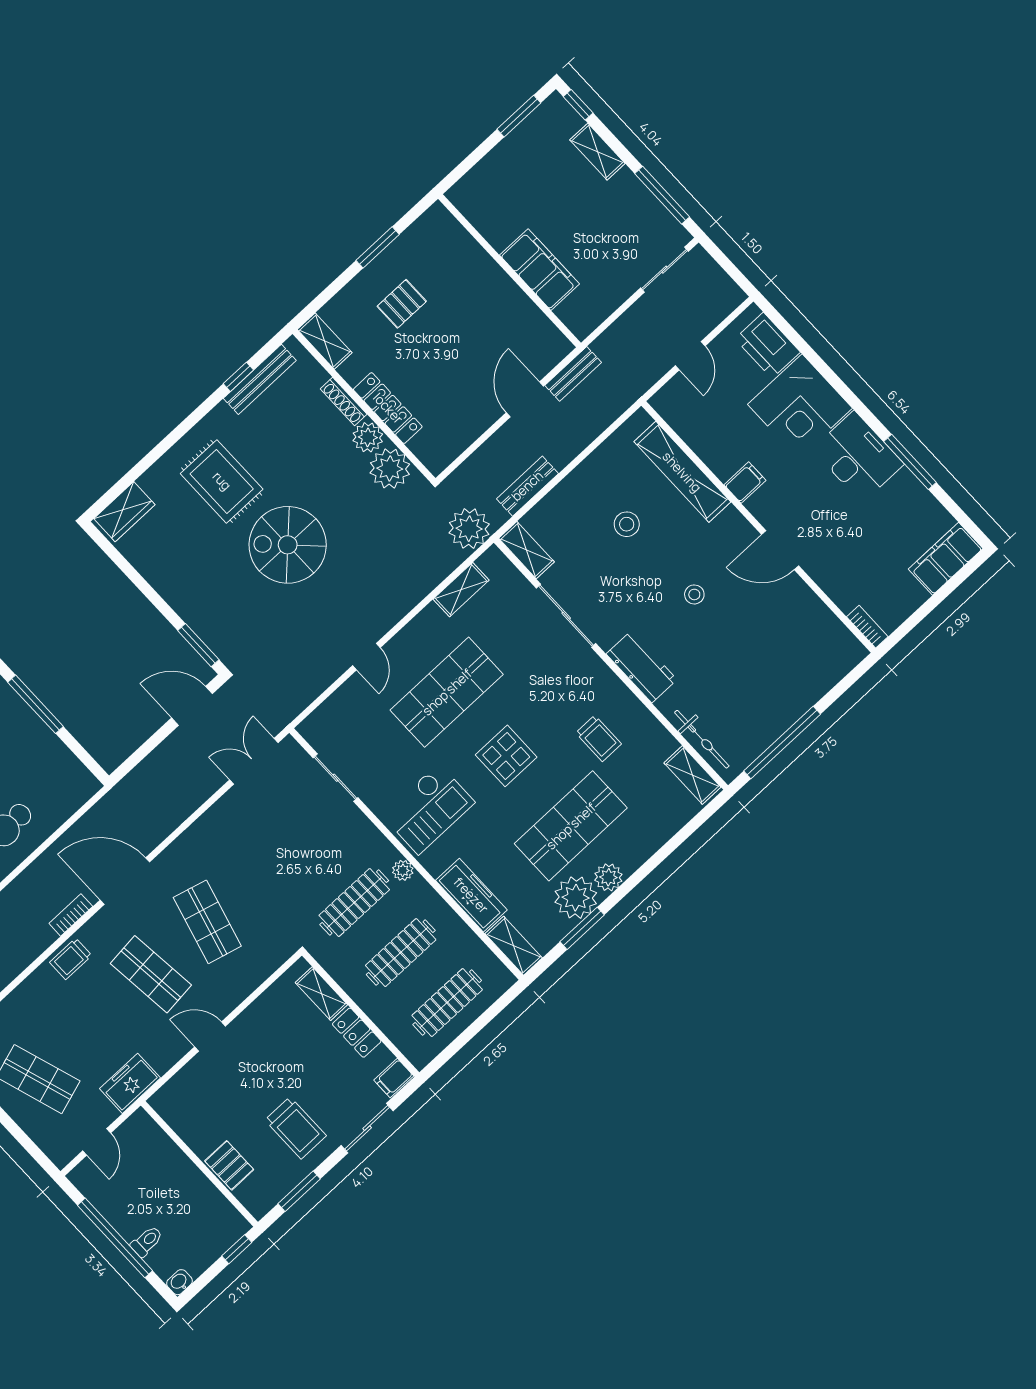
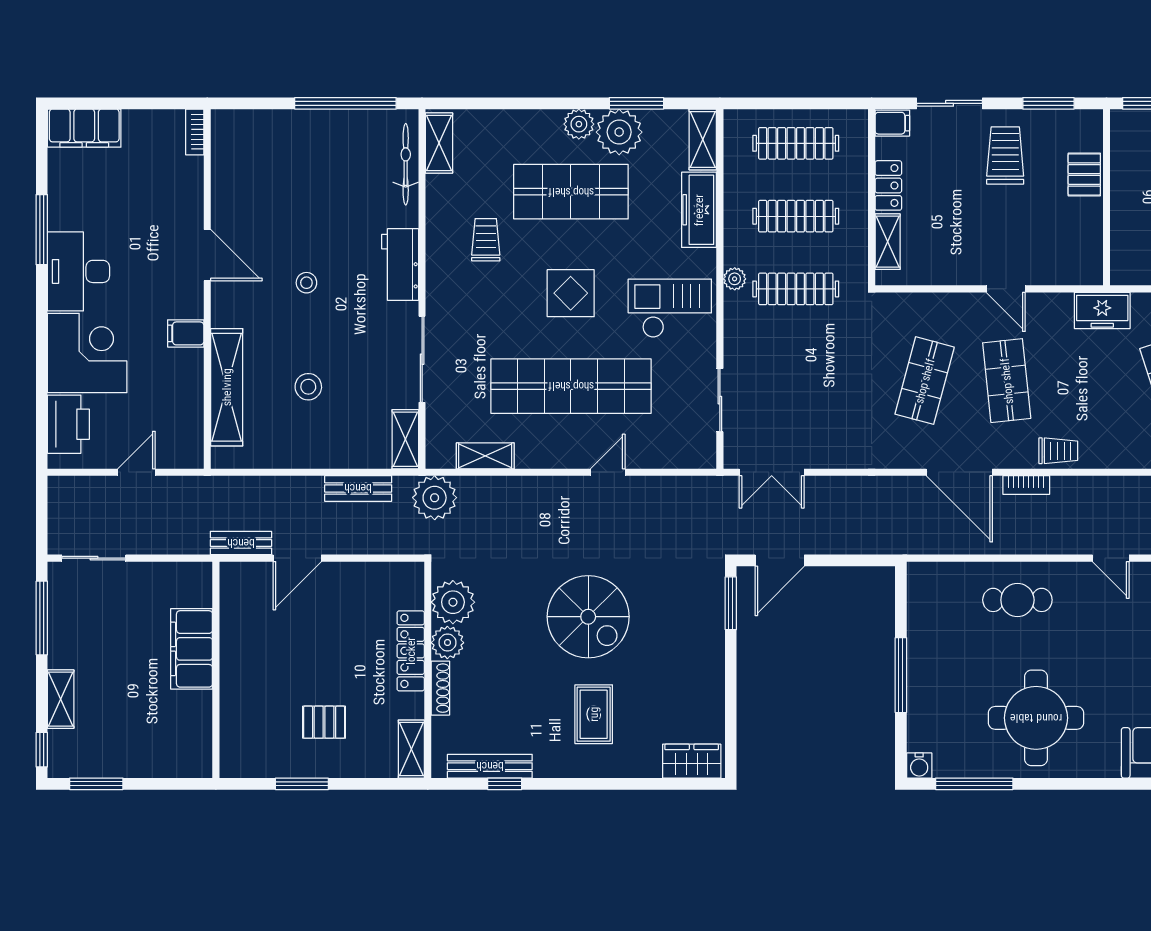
rug: (222, 481) -> (594, 714), width x0.73, depth x0.70
shop shelf: (447, 692) -> (571, 386), width x1.40
door: (192, 706) -> (780, 560), hinge flipped

